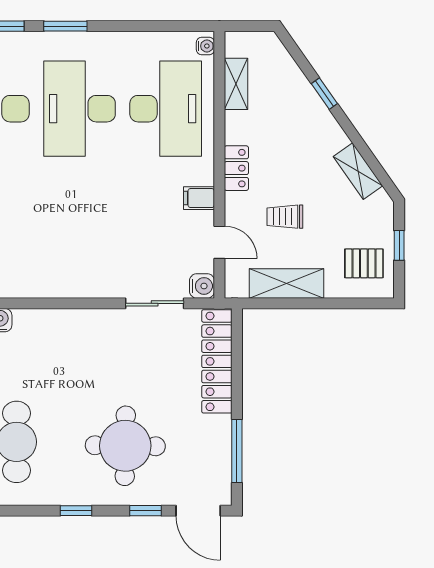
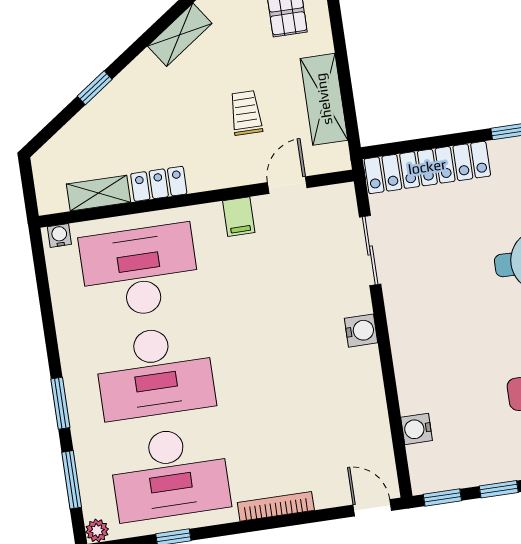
locker: (236, 168) -> (159, 184), moved
trolley: (285, 217) -> (246, 113), turned 180
water cooler: (202, 286) -> (361, 331), moved, turned 90

